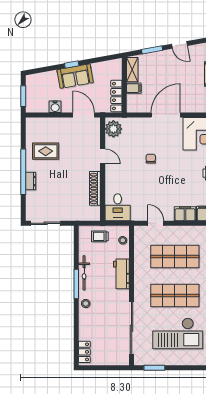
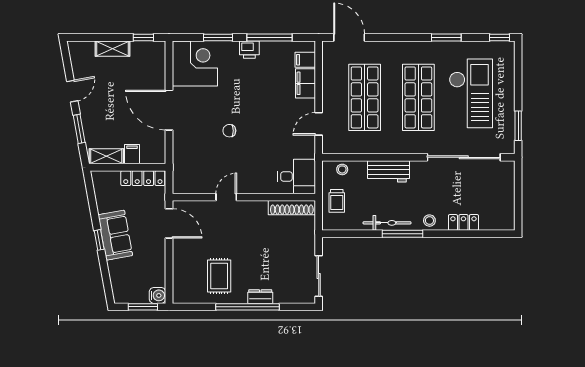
water cooler: (55, 107) -> (158, 295), moved
door: (84, 115) -> (169, 223), swing flipped
plant: (113, 129) -> (188, 182), removed
shoe rack: (95, 188) -> (292, 208), moved
locker: (84, 352) -> (463, 222), moved

